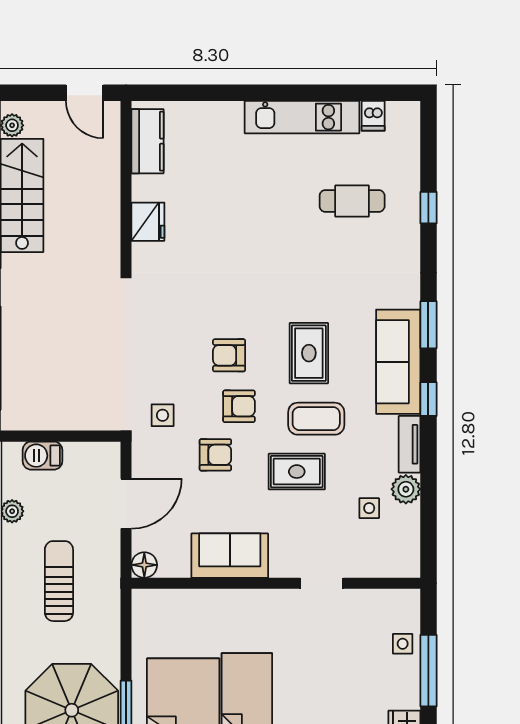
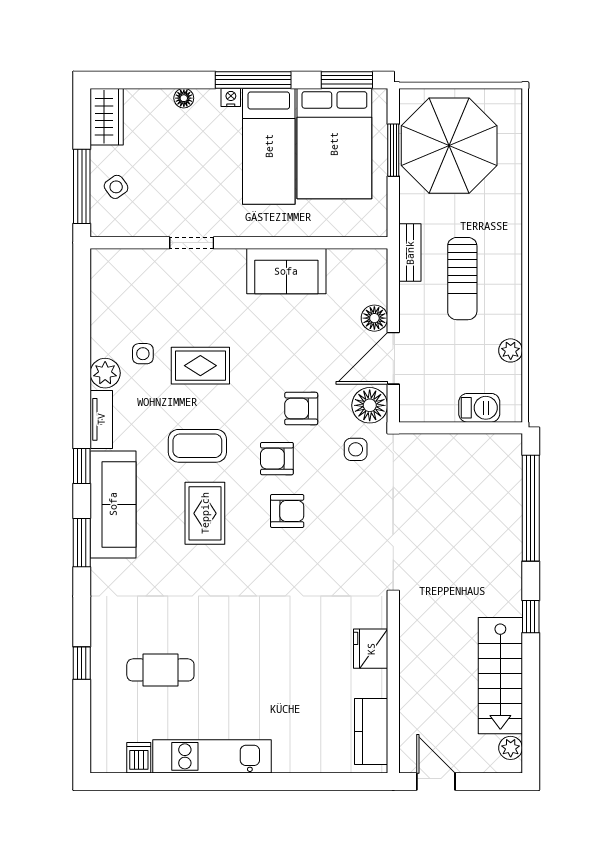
floor lamp: (149, 458) -> (370, 405), added
rug: (297, 472) -> (200, 366), moved
sofa: (230, 556) -> (286, 271), moved
floor lamp: (144, 565) -> (374, 318), moved
wall: (276, 583) -> (239, 243), moved
doorway: (322, 583) -> (192, 243), moved
bench: (110, 606) -> (410, 253), added
side table: (403, 644) -> (116, 187), moved, turned -36

